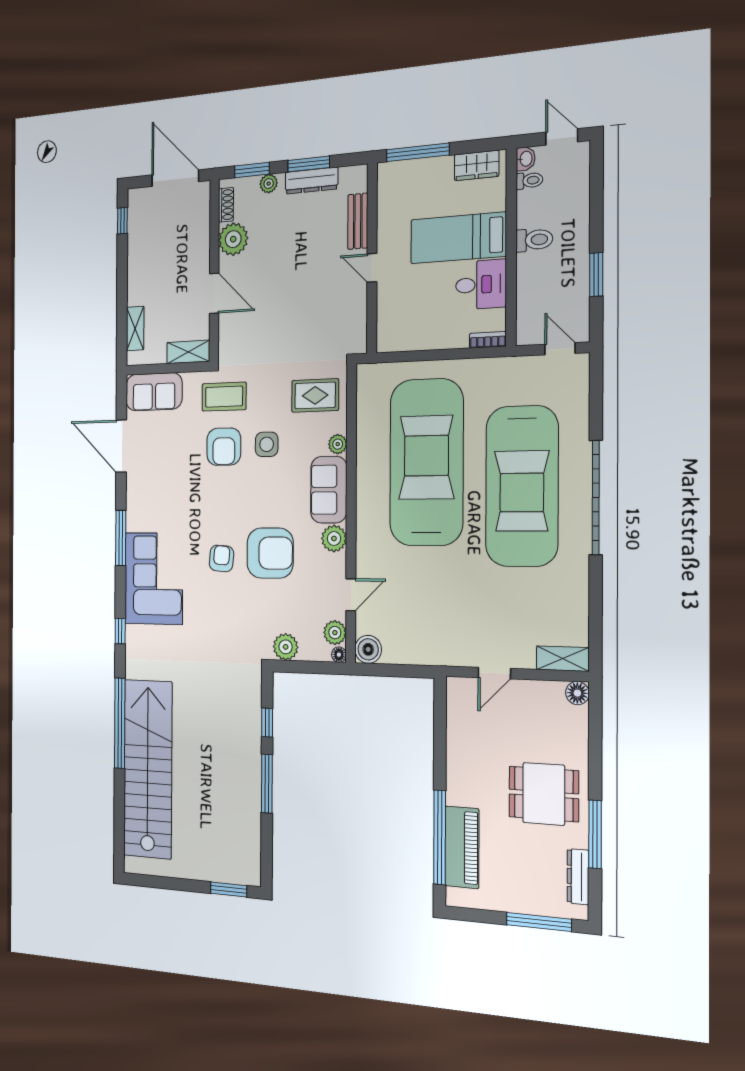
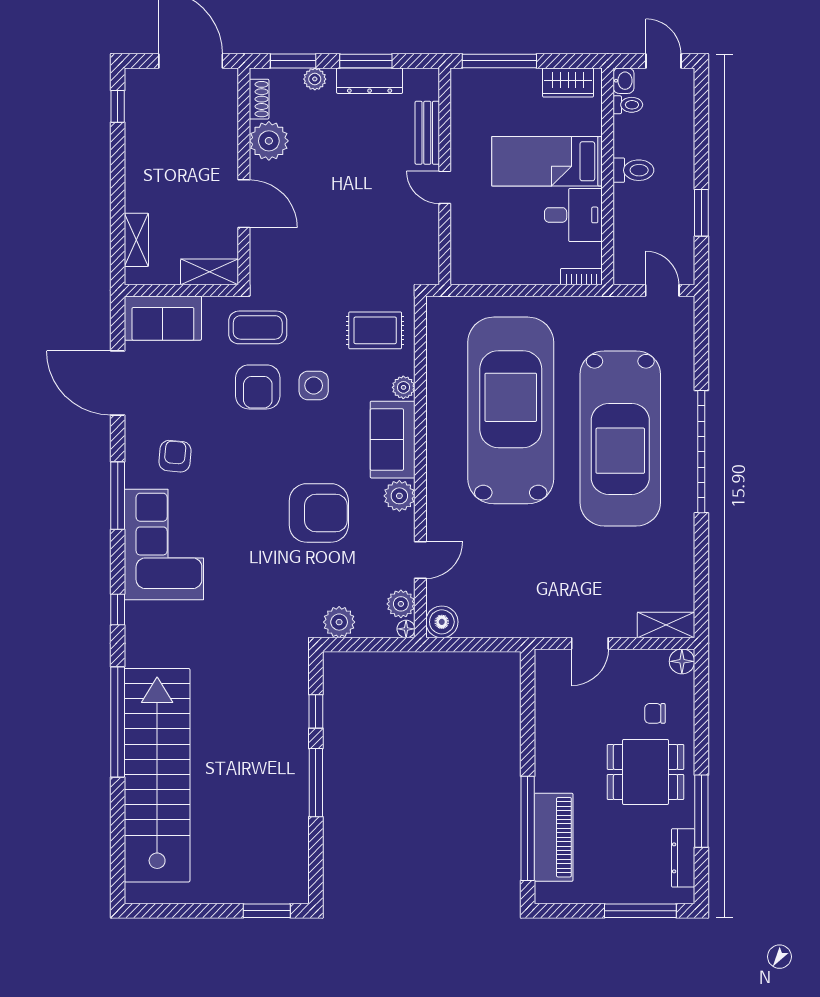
armchair: (221, 558) -> (175, 456), moved
chair: (552, 740) -> (655, 713), added

